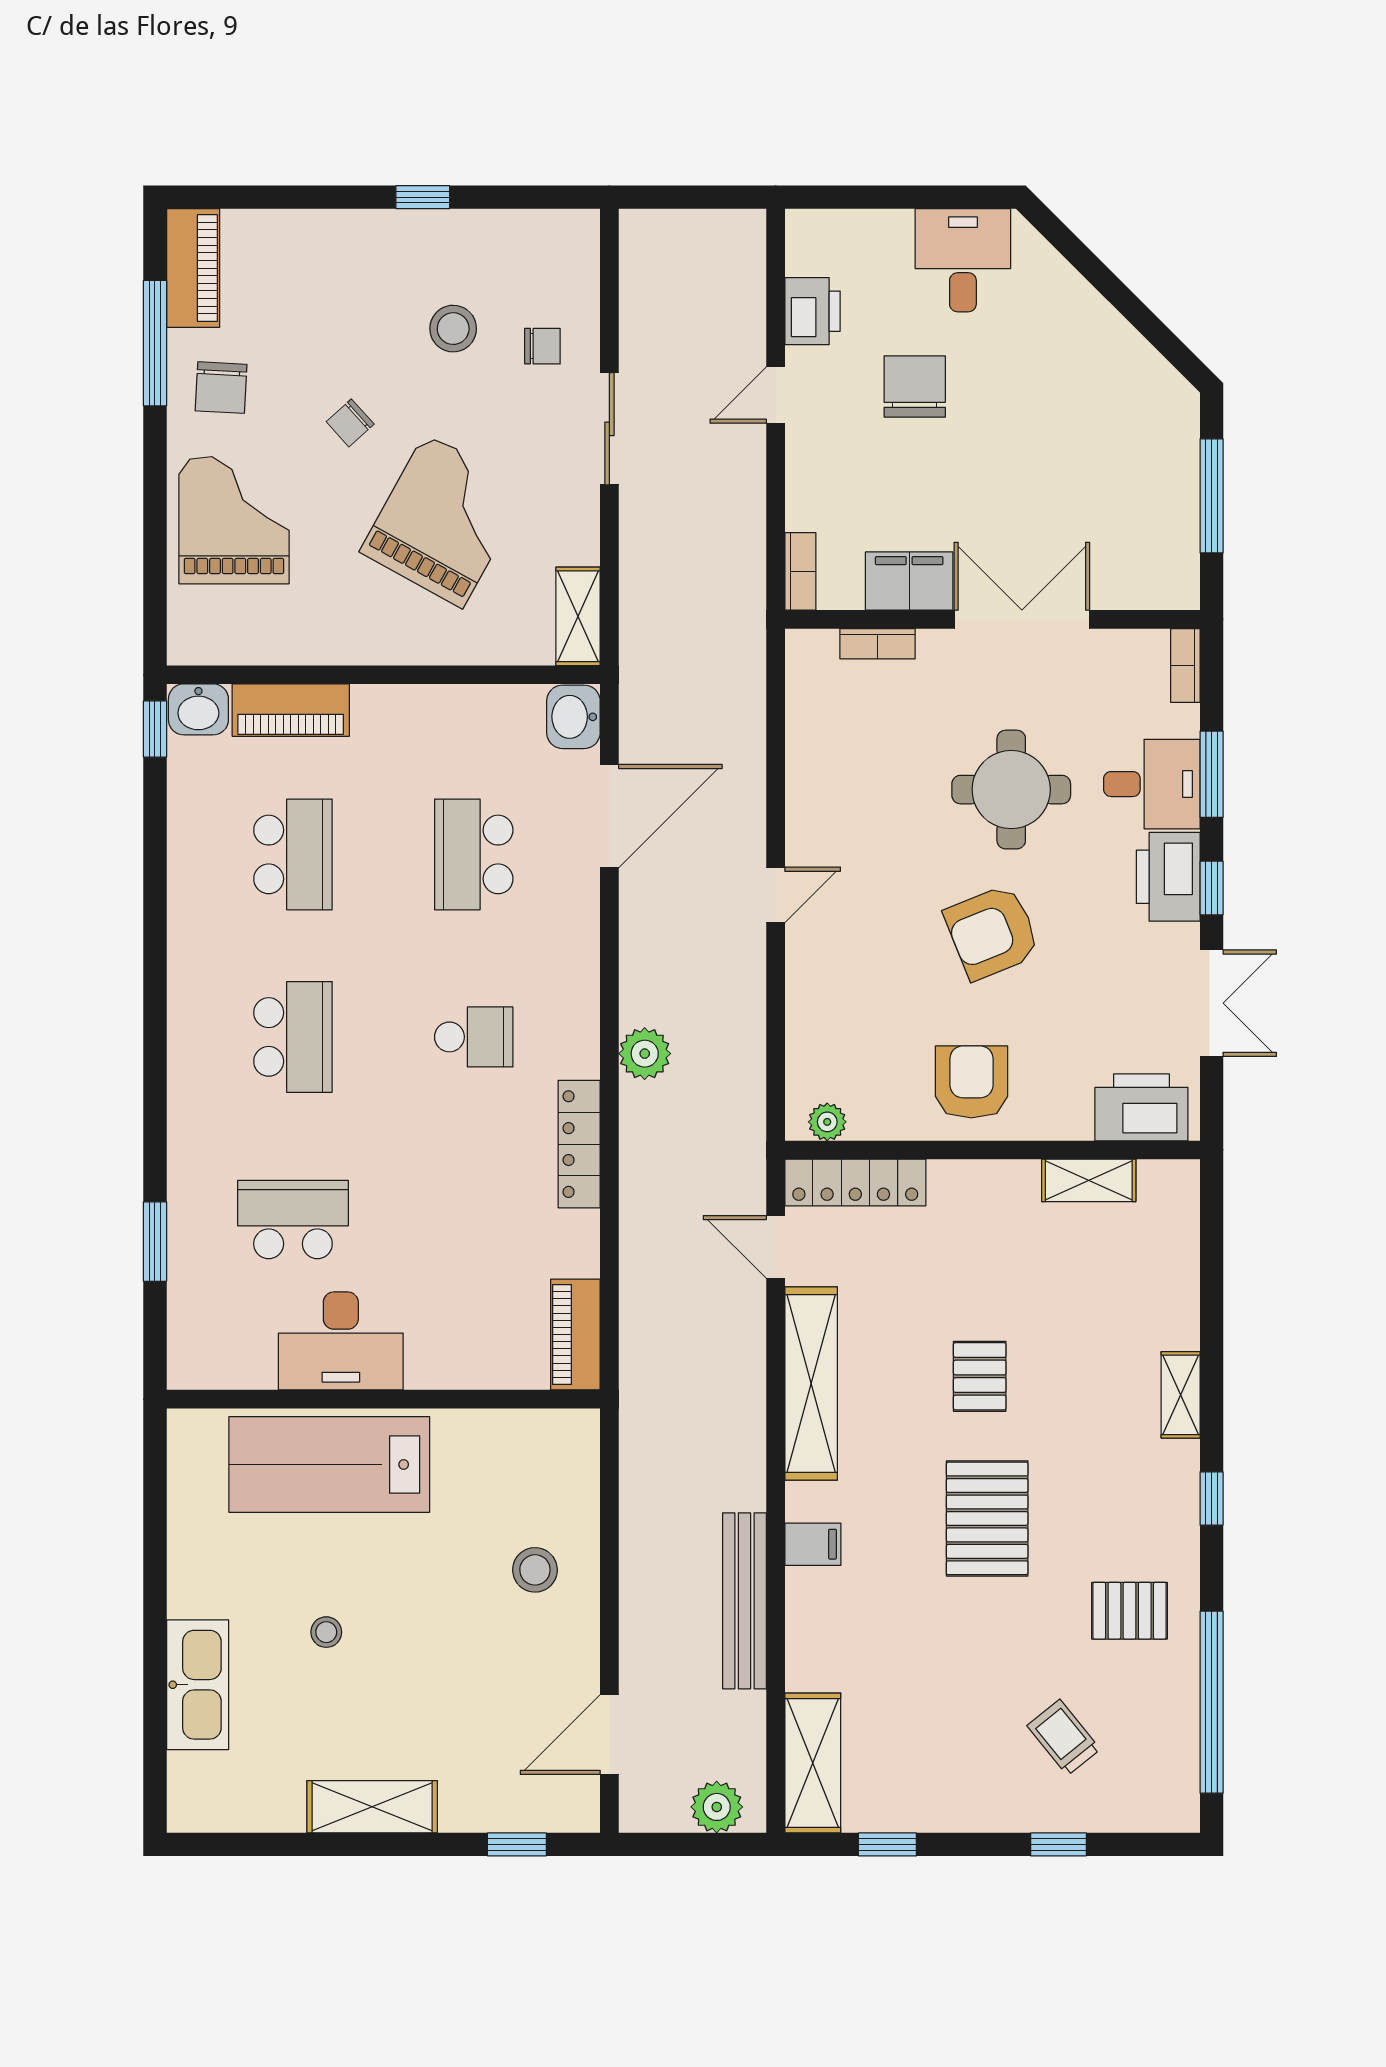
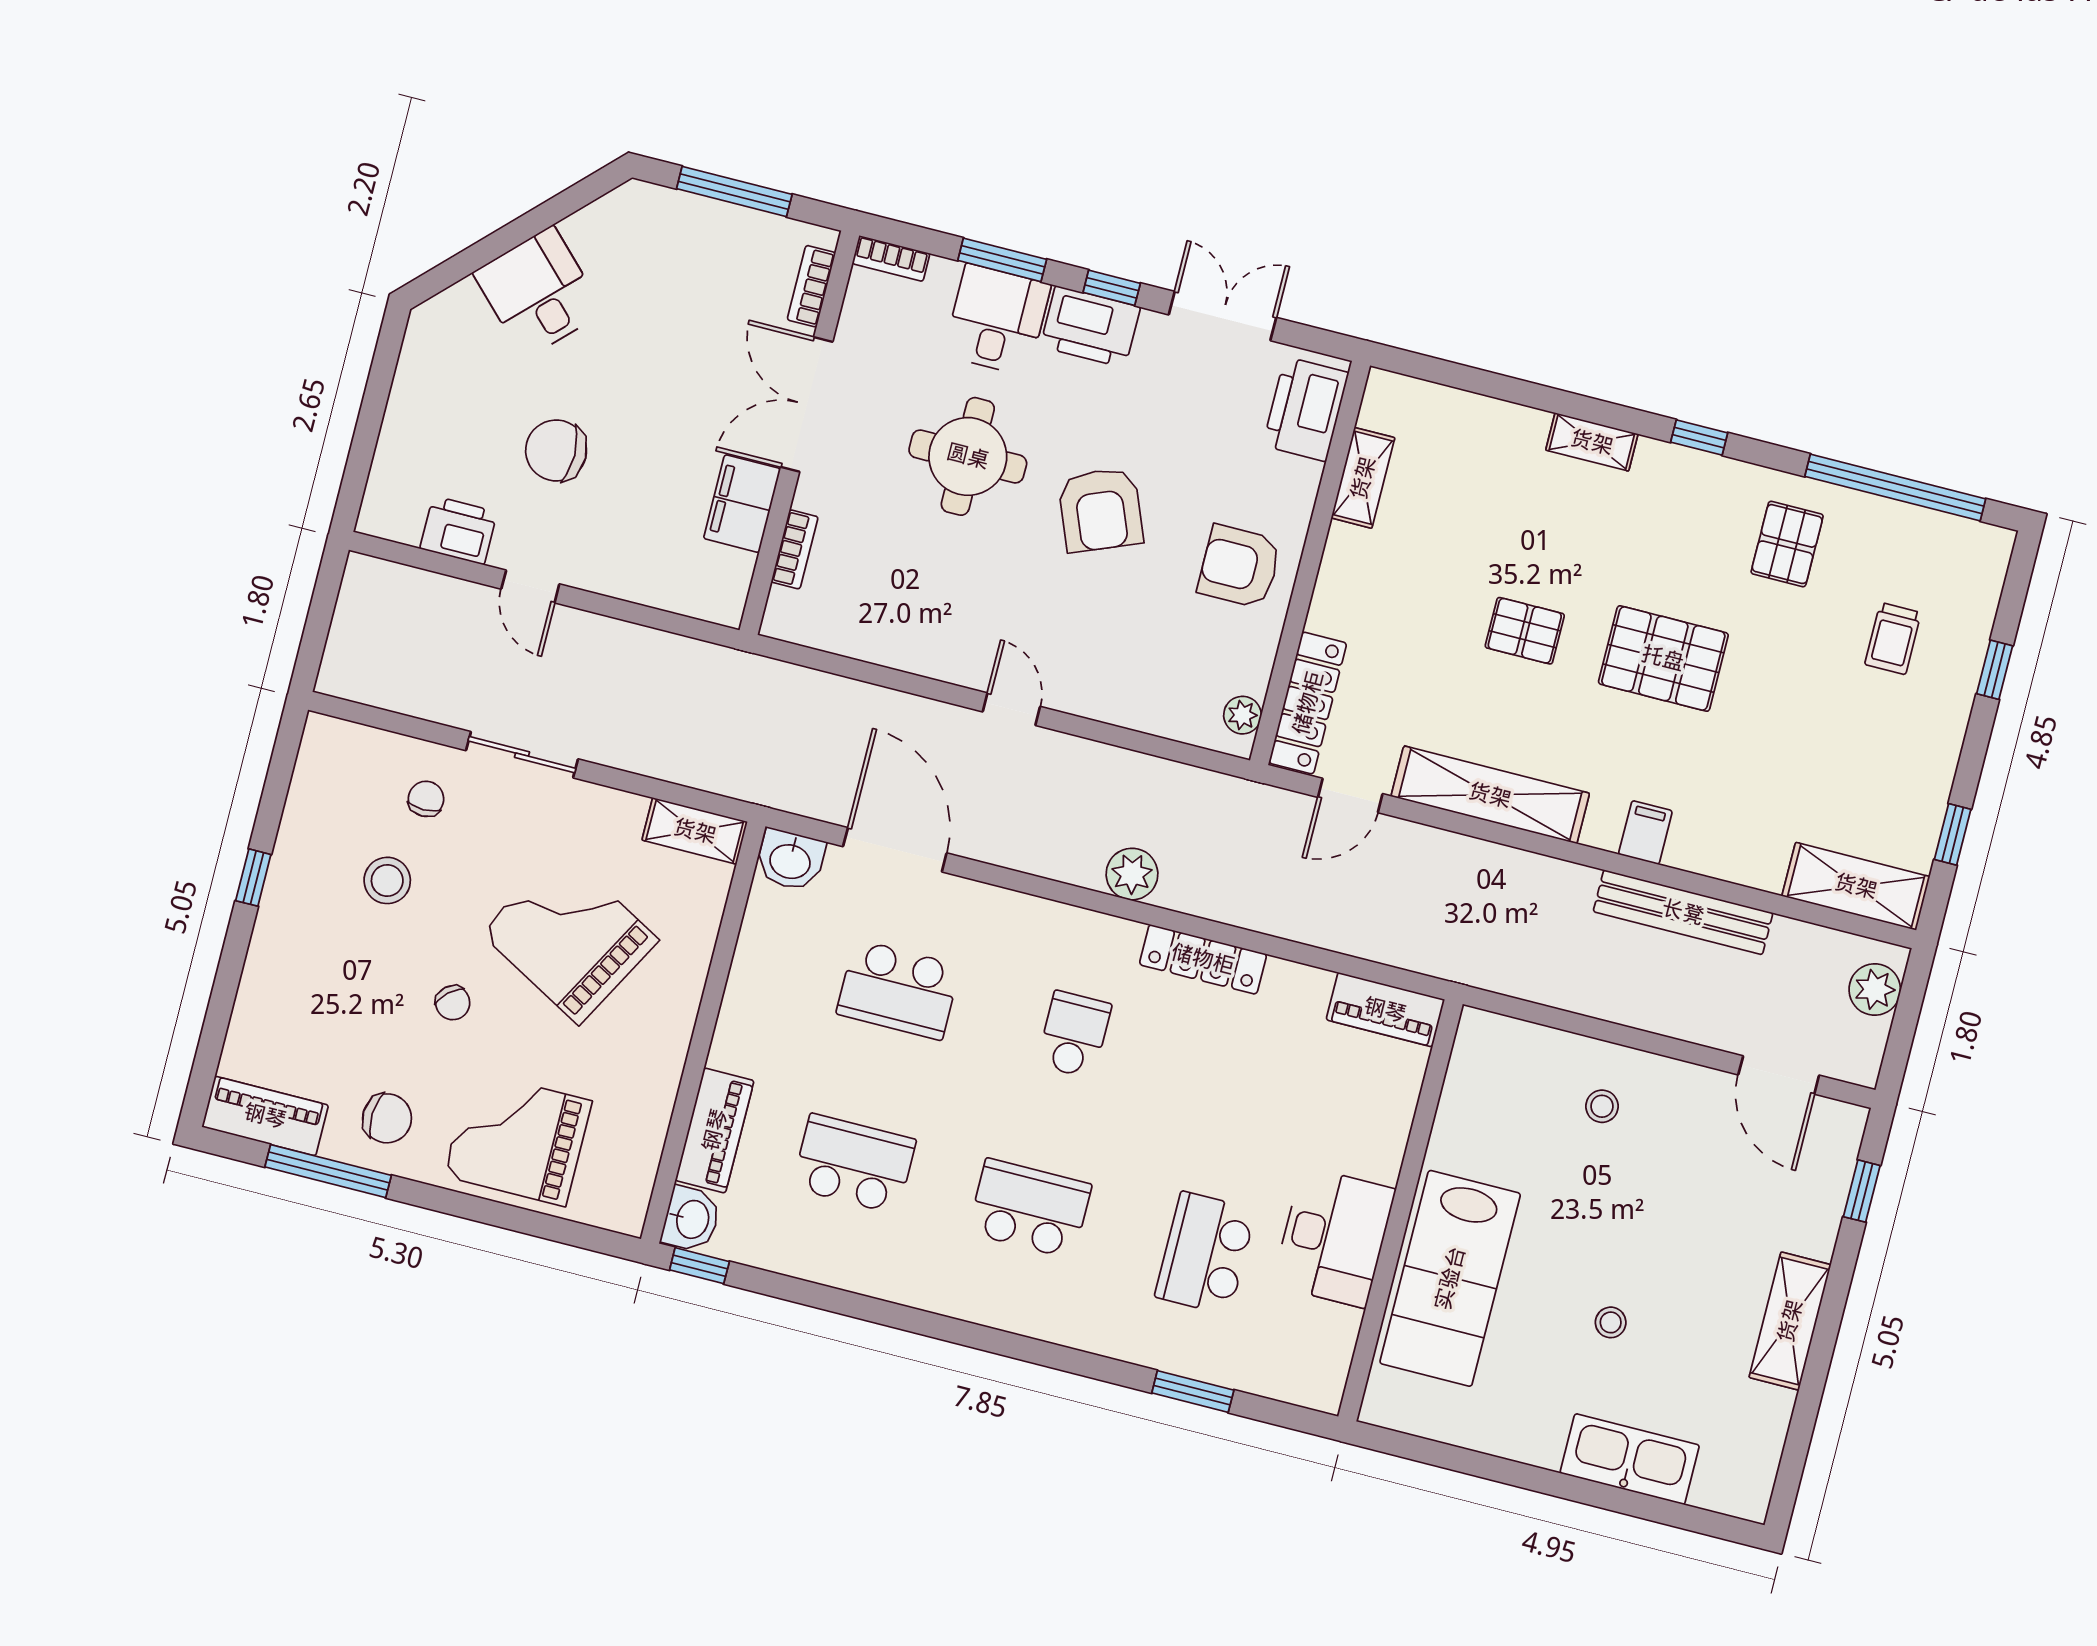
desk: (963, 260) -> (539, 292), moved, turned 45
bookcase: (800, 571) -> (811, 286), moved, turned -90
stool: (535, 1570) -> (1602, 1106), width x0.73, depth x0.73
trolley: (1064, 1737) -> (1893, 639), turned -51

